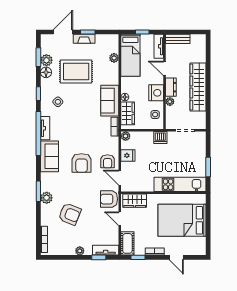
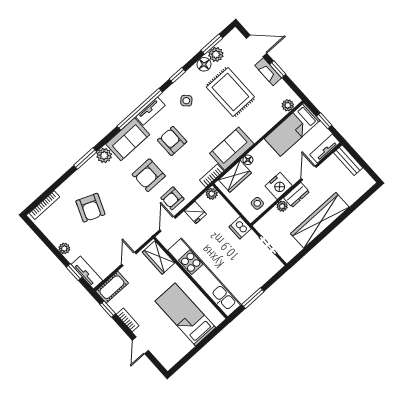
plant: (114, 58) -> (288, 105), moved
kitchen unit: (180, 184) -> (205, 277), width x1.36
plant: (47, 198) -> (104, 155), moved
armchair: (109, 199) -> (172, 141), moved
bed: (182, 220) -> (185, 314), width x0.67

